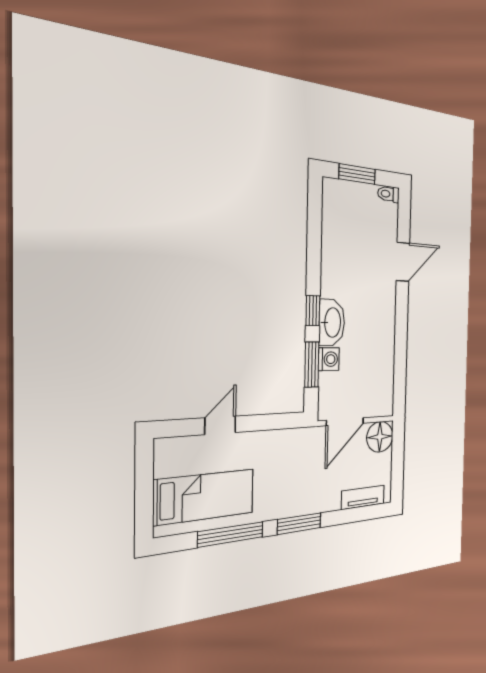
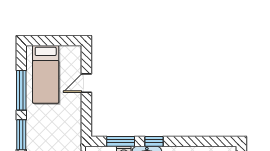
door: (220, 425) -> (86, 83), swing flipped

